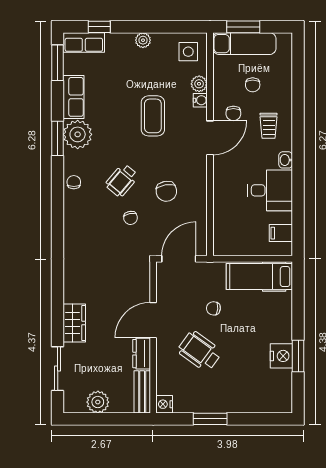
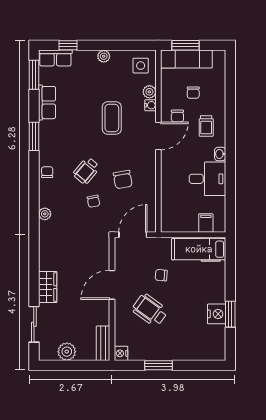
plant: (78, 134) -> (45, 214), moved, width x0.53, depth x0.53
filing cabinet: (281, 233) -> (206, 223), moved, turned 90
dresser: (142, 354) -> (103, 312), removed

